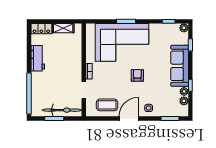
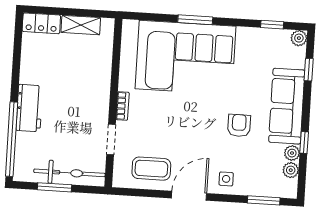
workbench: (38, 58) -> (29, 108), moved
armchair: (137, 75) -> (239, 125), moved

